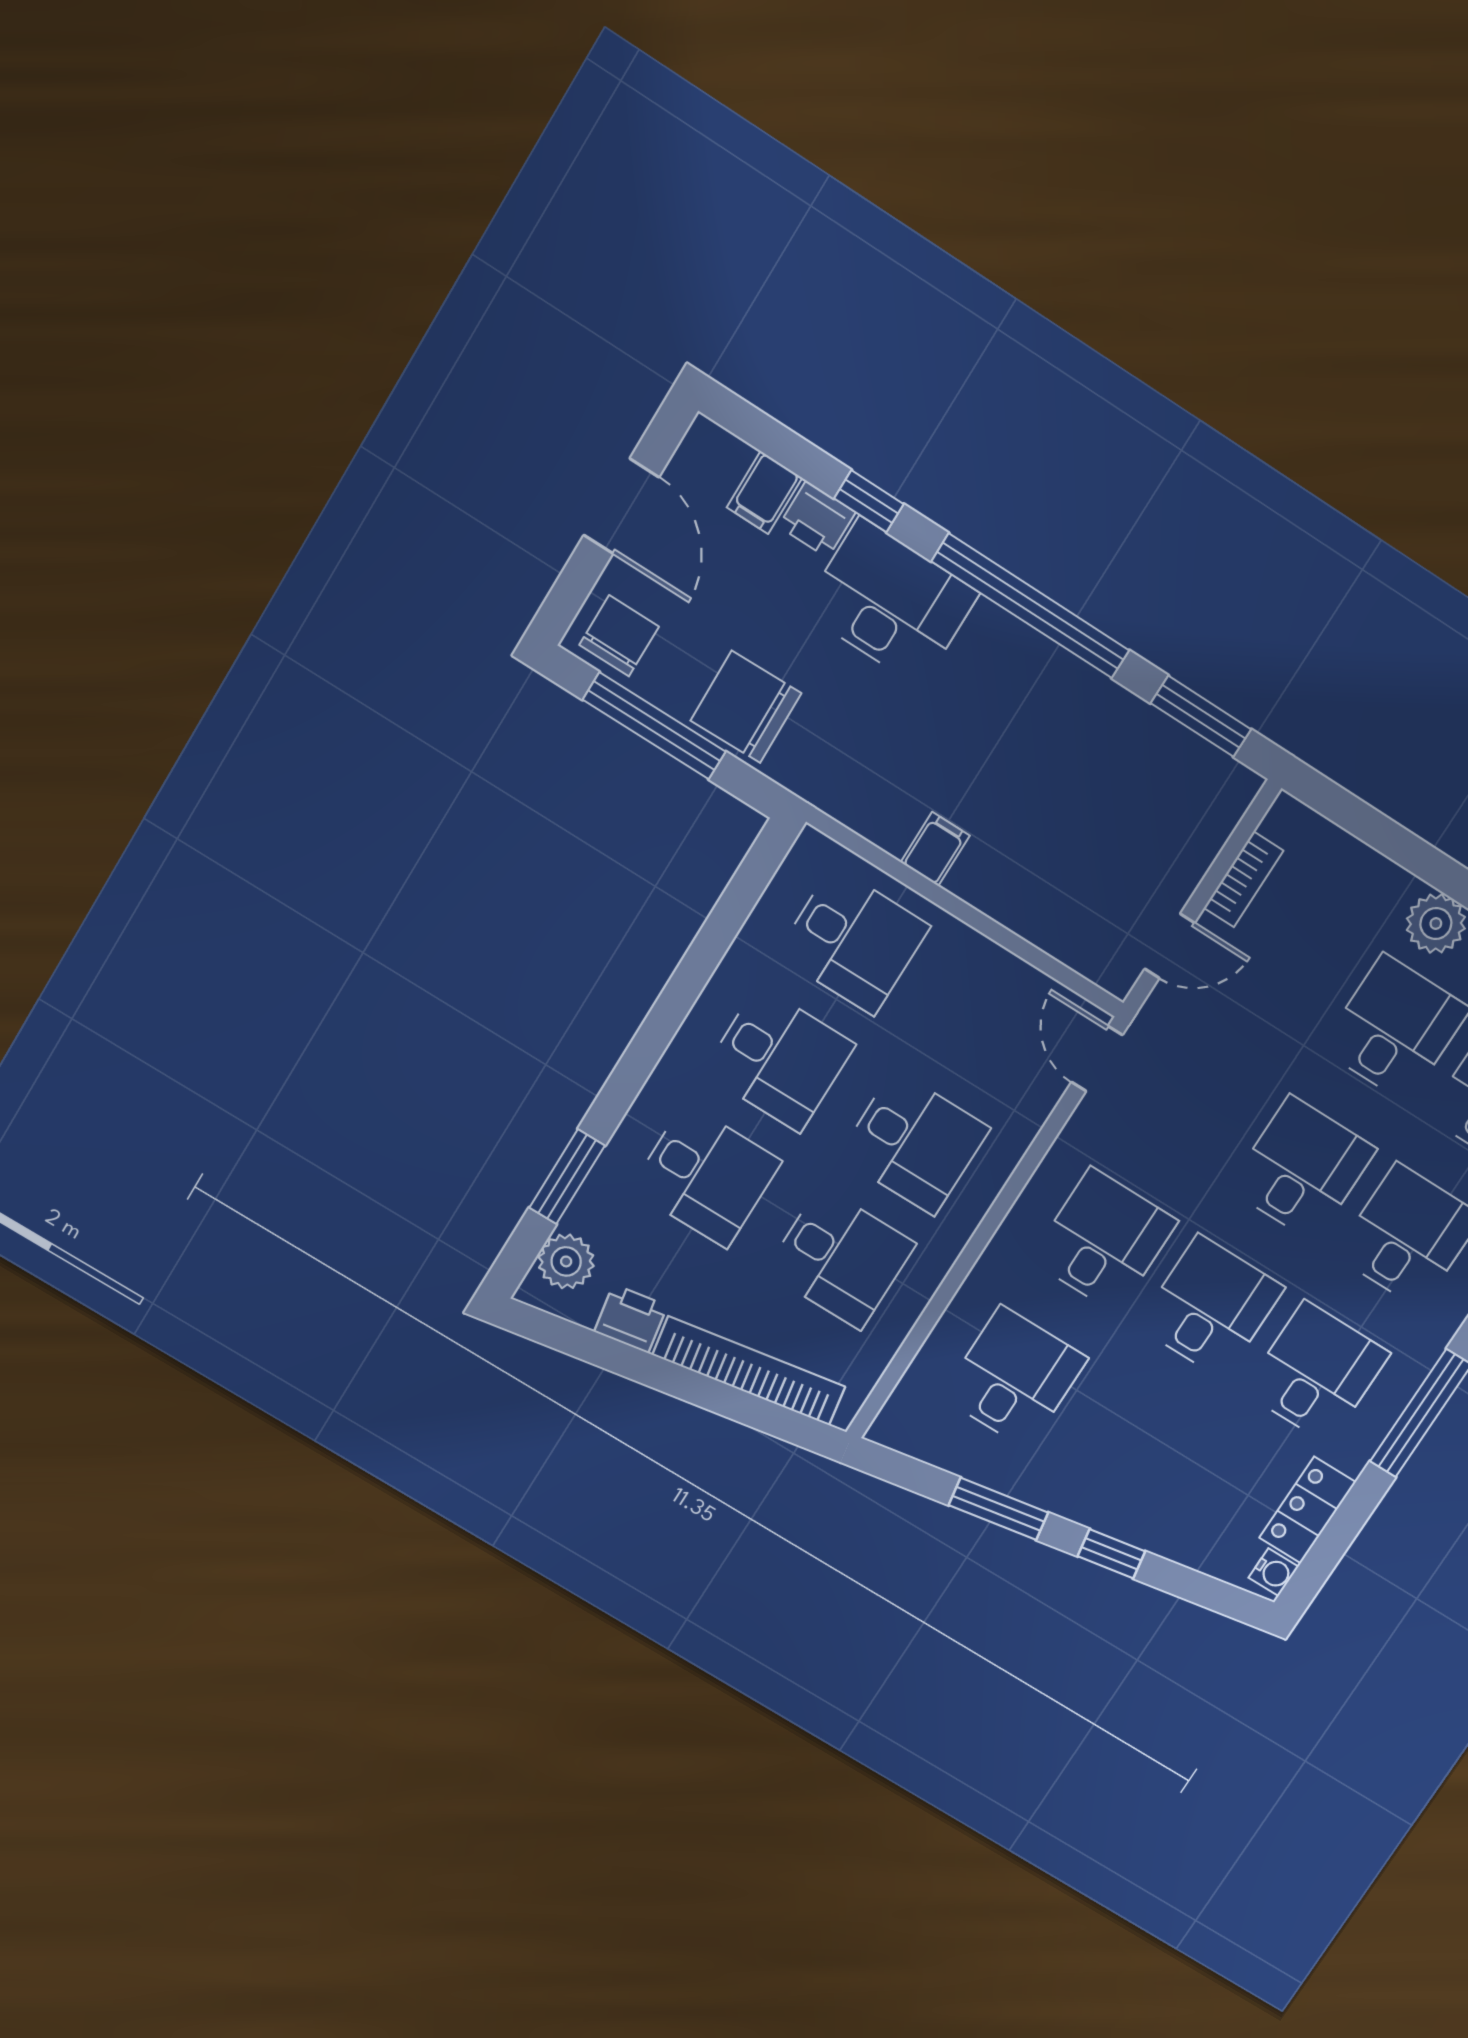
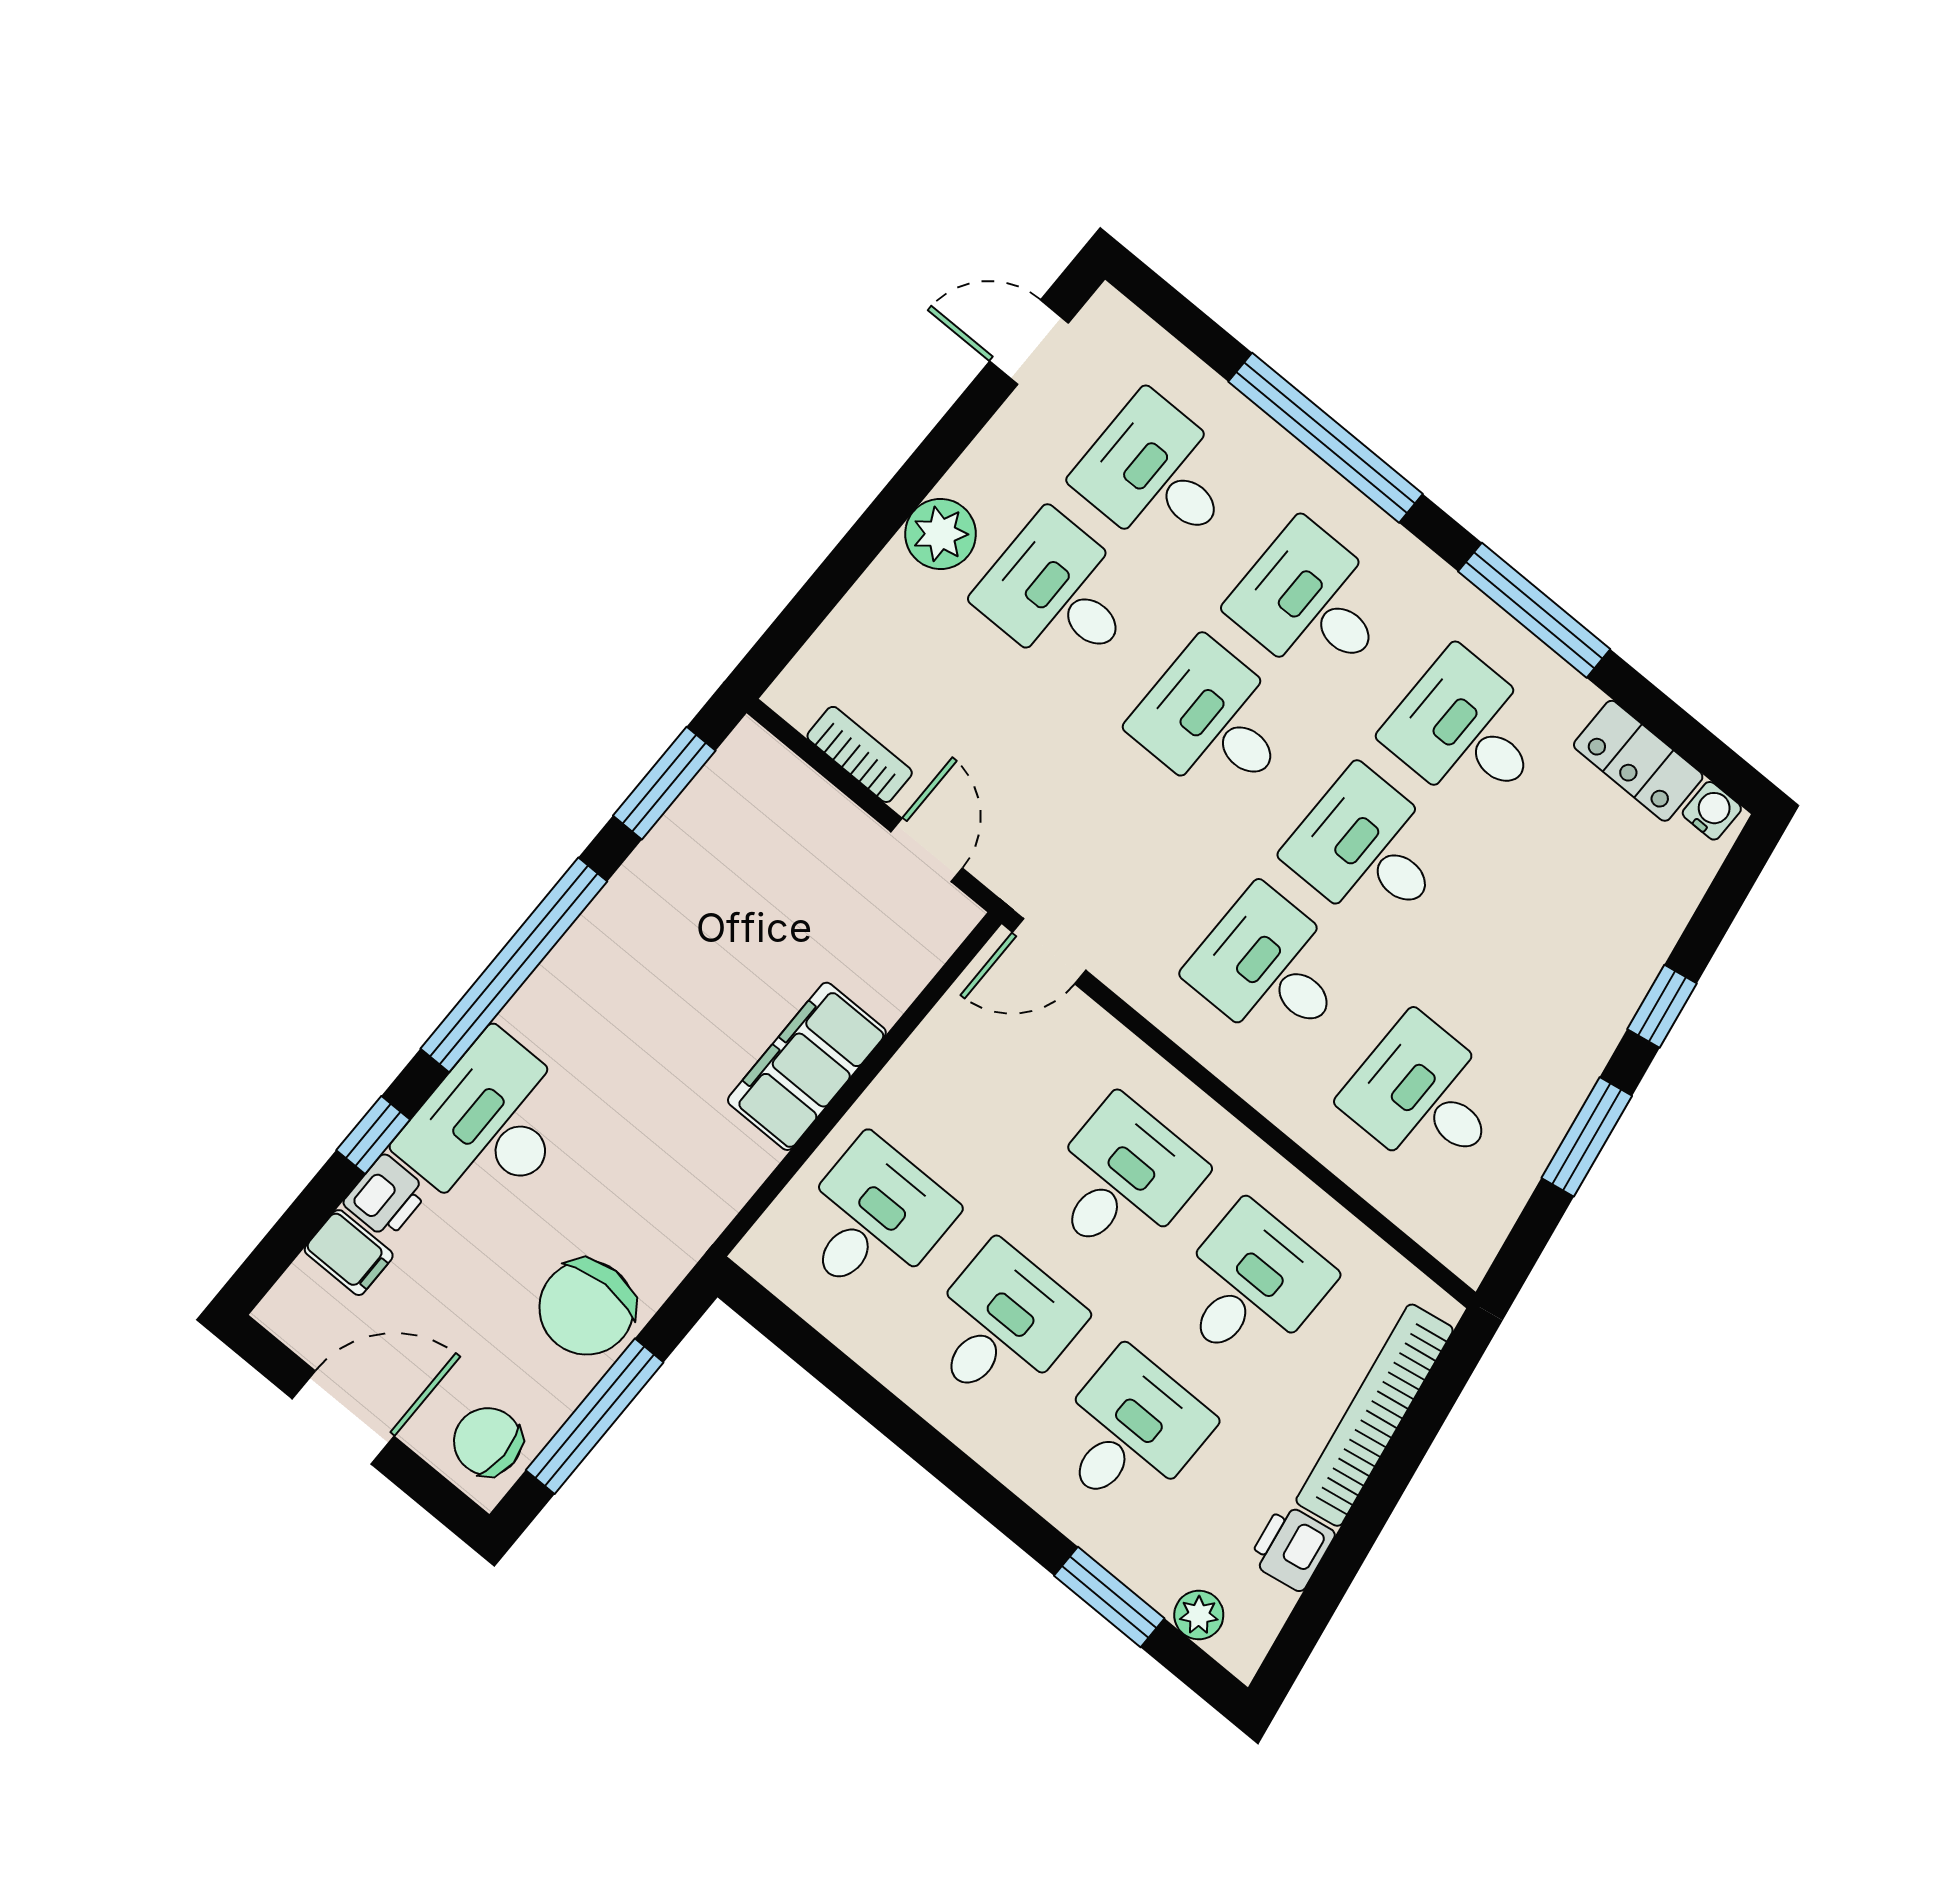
filing cabinet: (935, 849) -> (807, 1066), width x3.00, depth x1.17
plant: (566, 1261) -> (1199, 1615), width x0.73, depth x0.73

